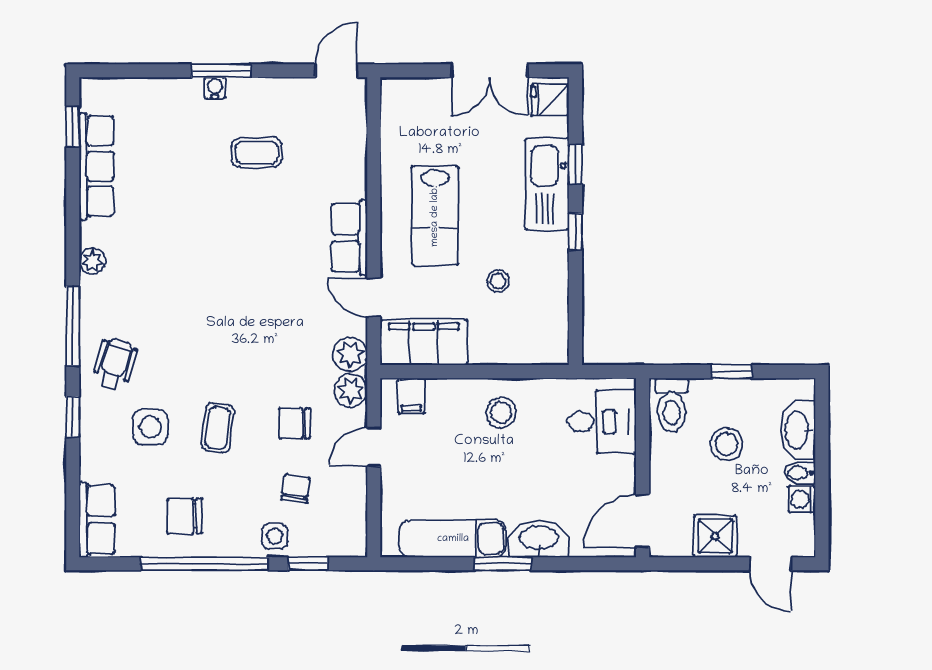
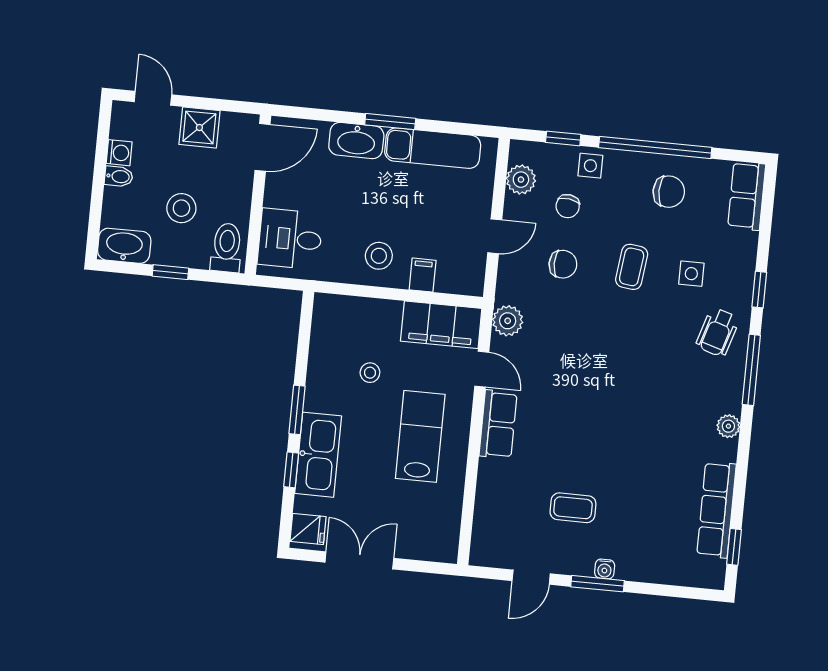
door: (336, 71) -> (531, 577), moved
window: (575, 232) -> (297, 410), width x1.50
plant: (351, 391) -> (521, 180), moved
filing cabinet: (411, 396) -> (423, 275), moved
side table: (150, 427) -> (691, 274), width x0.73, depth x0.73
washbasin: (798, 430) -> (124, 246), moved, turned -90

